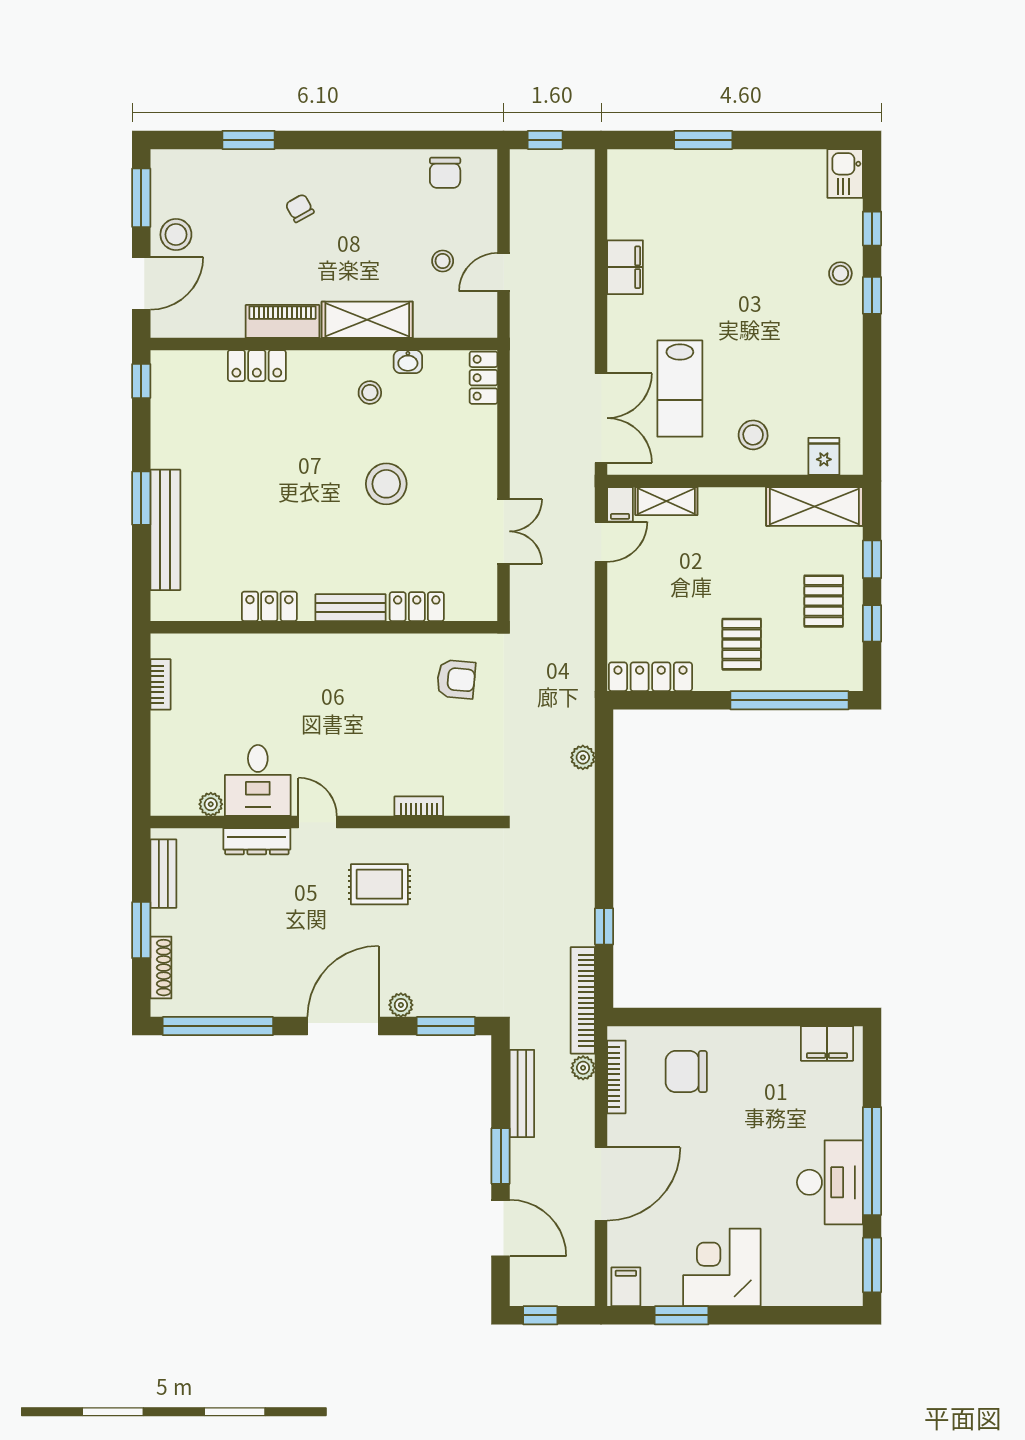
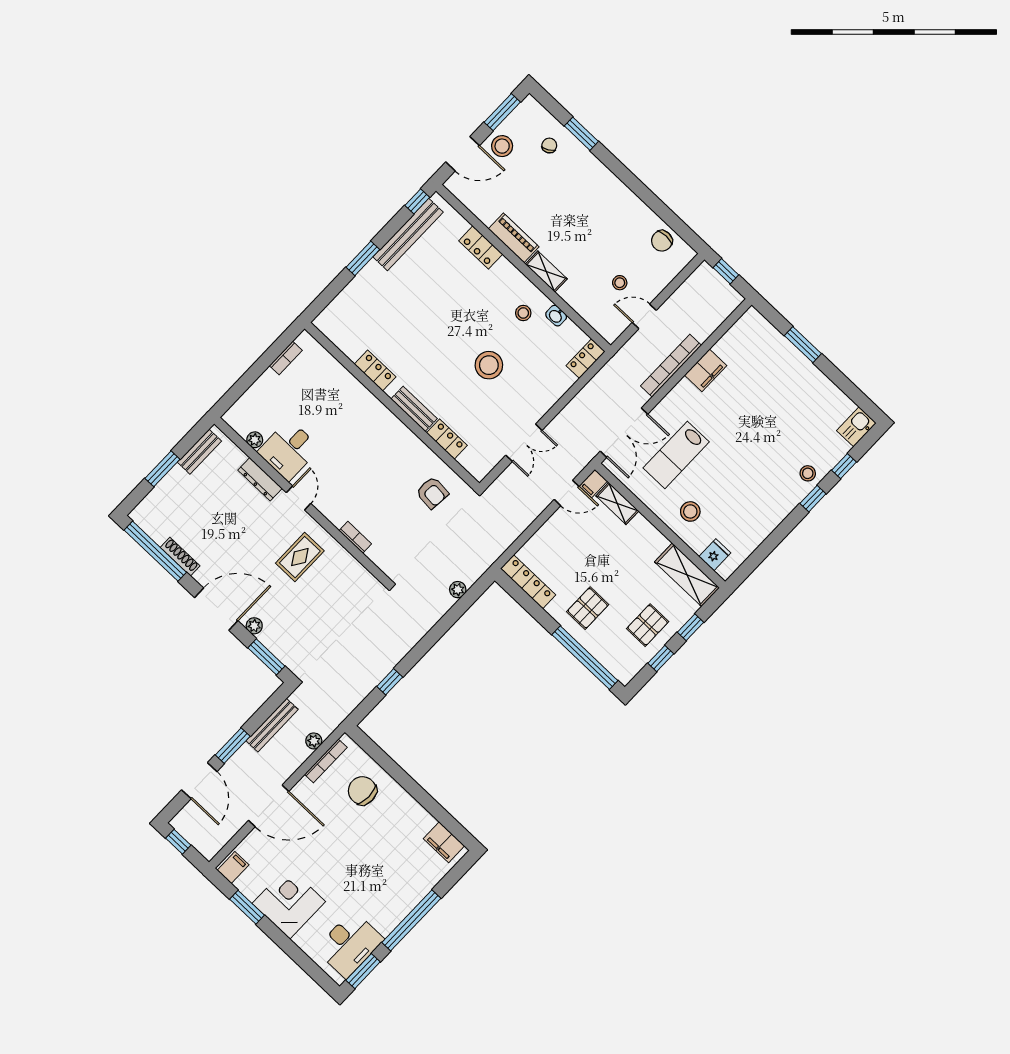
chair: (300, 208) -> (549, 145), moved
shelving: (367, 320) -> (546, 271), width x0.67, depth x0.75
bench: (165, 530) -> (408, 234), moved
rug: (379, 884) -> (300, 557), turned 90
shoe rack: (161, 968) -> (180, 557), moved, turned -90
bookcase: (583, 1000) -> (671, 366), moved
desk: (830, 1182) -> (350, 944), moved

